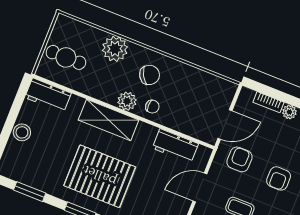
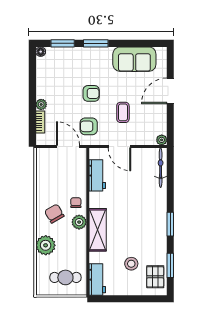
cafe table: (66, 57) -> (65, 277), turned 90
stool: (22, 132) -> (131, 264), moved
pallet: (100, 176) -> (155, 277), moved, width x0.49, depth x0.50

